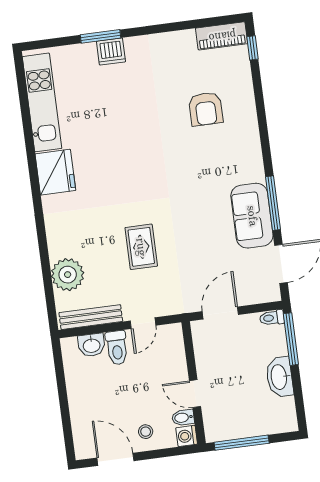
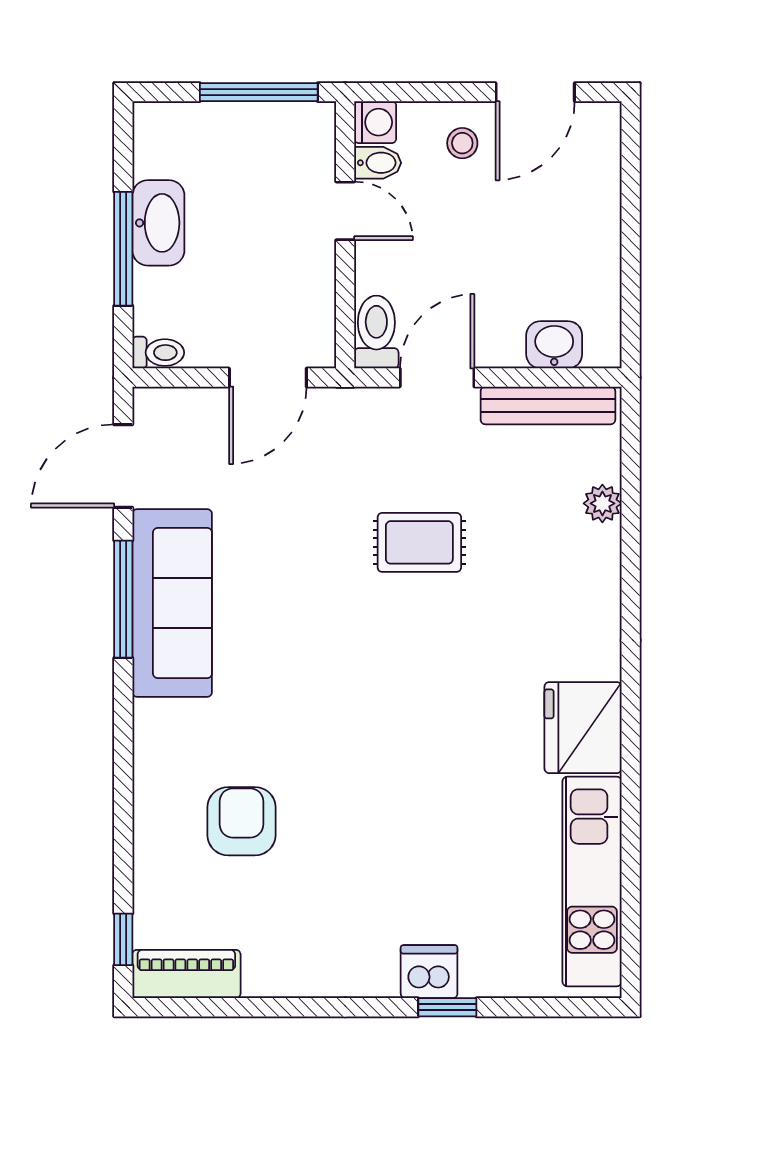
window: (101, 36) -> (447, 1007), width x0.67
sofa: (252, 216) -> (172, 603), width x1.36
rug: (141, 247) -> (419, 542), turned 90
plant: (68, 275) -> (602, 503), width x0.53, depth x0.53
door: (143, 323) -> (437, 378), width x1.38
window: (291, 339) -> (123, 249), moved
toilet: (117, 348) -> (376, 332), moved
door: (115, 459) -> (535, 92), hinge flipped

